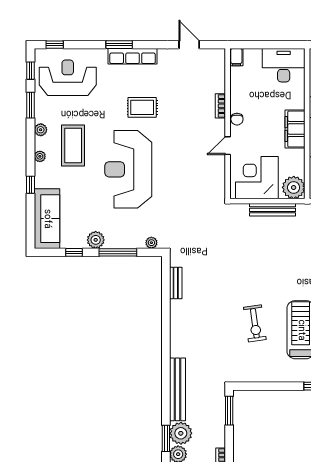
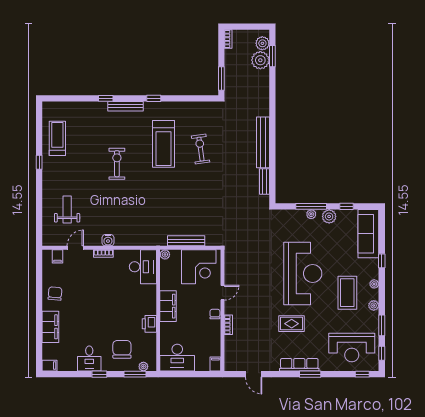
plant: (294, 187) -> (165, 255), width x0.53, depth x0.53
plant: (151, 243) -> (311, 214), moved
bench: (177, 389) -> (263, 142), moved

